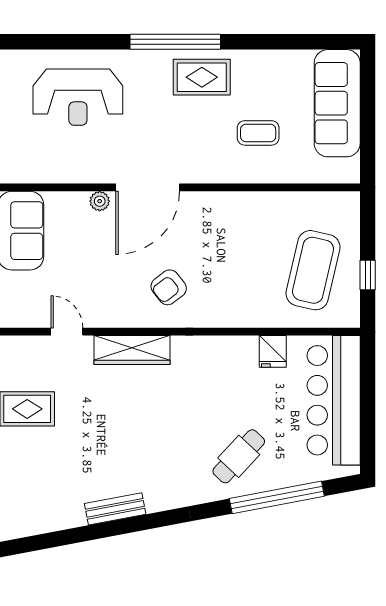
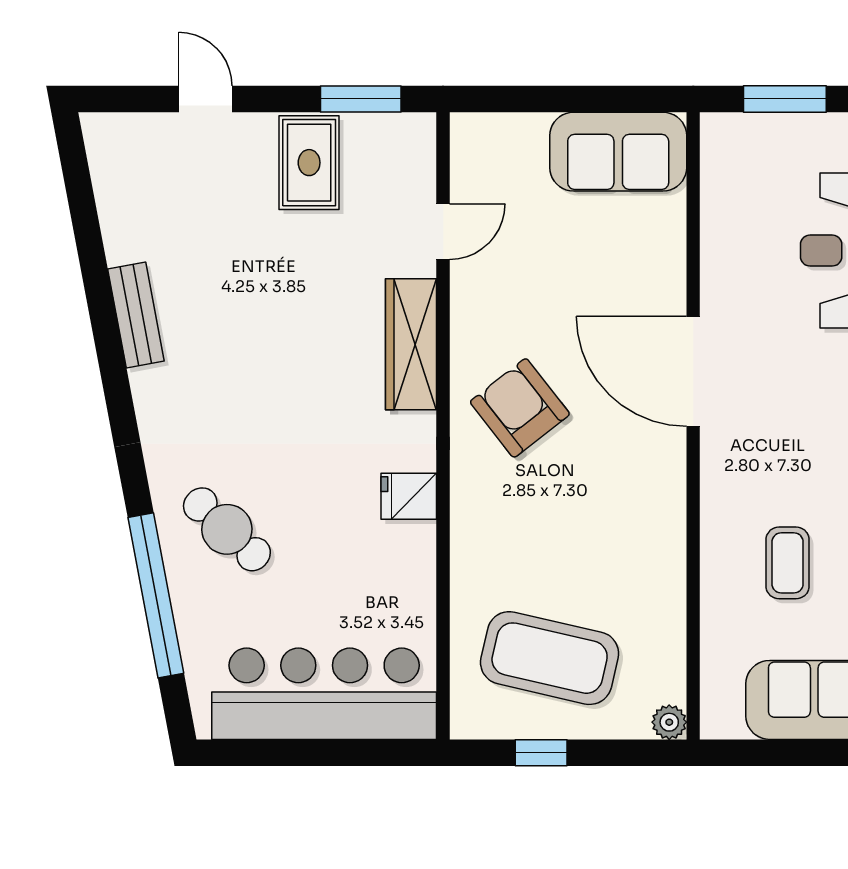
plant: (100, 201) -> (669, 722), moved
armchair: (169, 287) -> (520, 408), width x1.38, depth x1.38
fridge: (273, 351) -> (409, 496), moved

